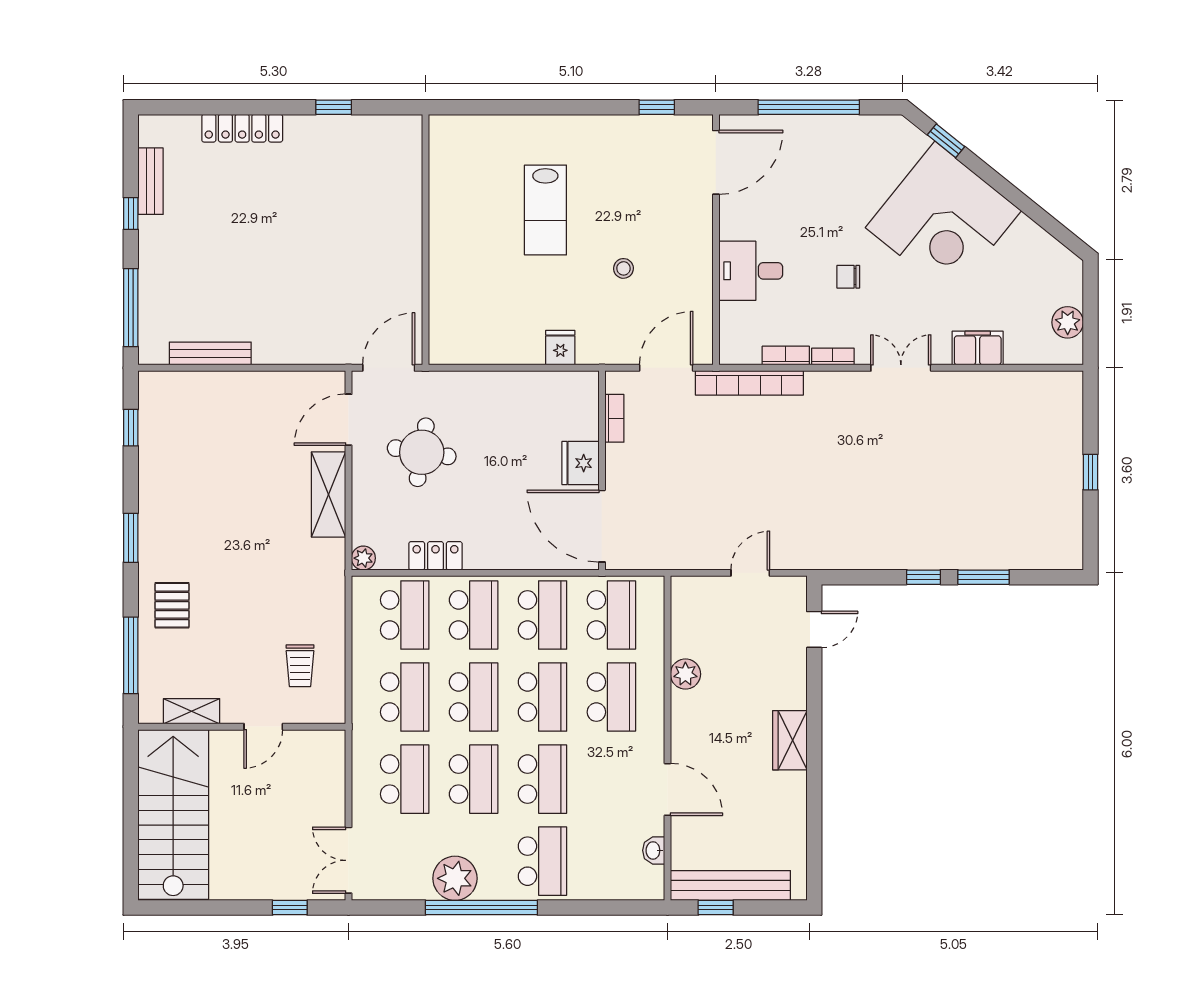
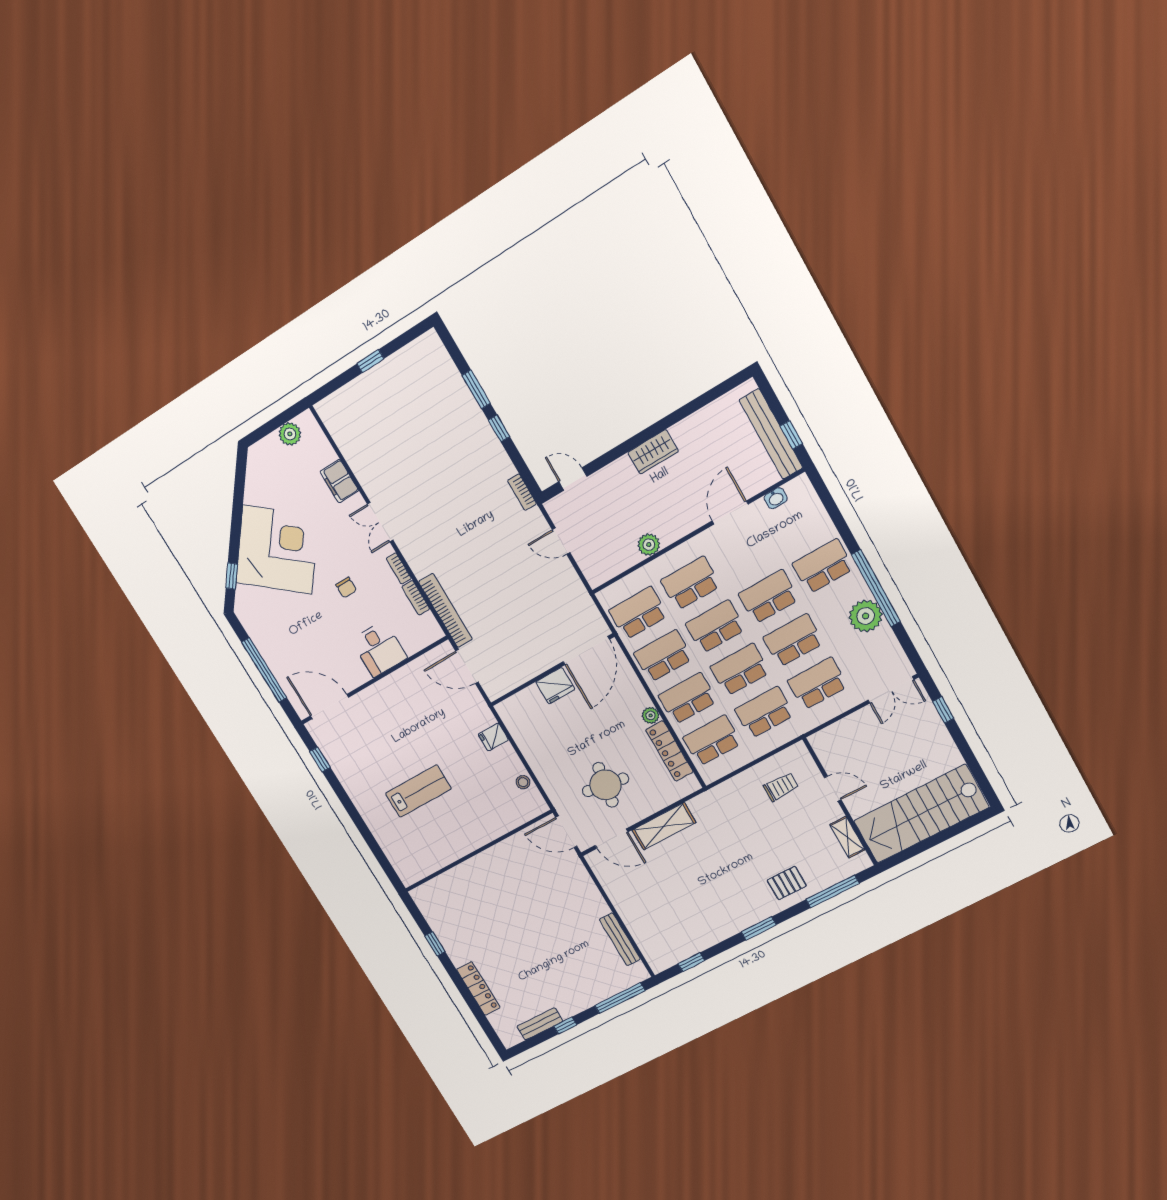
stool: (623, 268) -> (523, 782), moved
bookcase: (614, 418) -> (522, 492), moved, turned -90
locker: (435, 556) -> (669, 751), width x1.53
plant: (363, 558) -> (651, 715), moved

